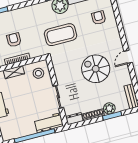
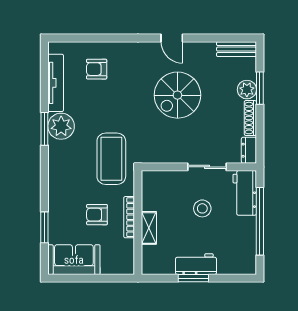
coffee table: (60, 35) -> (111, 159), moved
stool: (38, 73) -> (202, 208), moved

